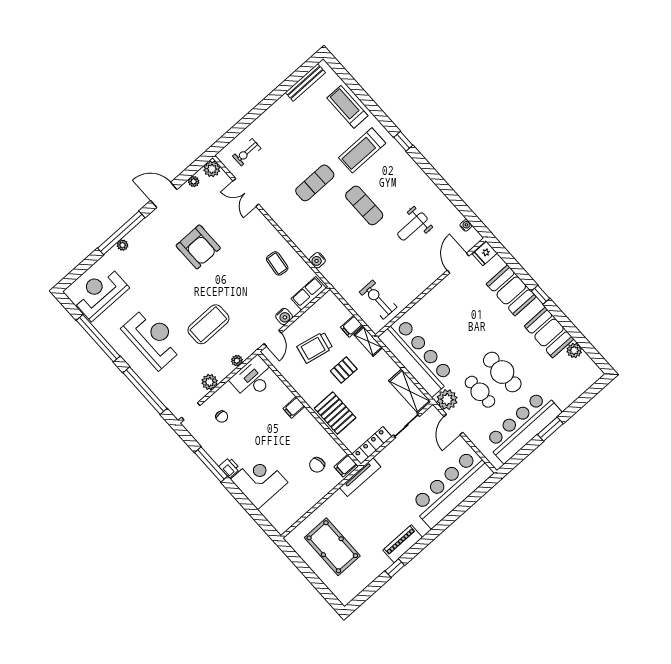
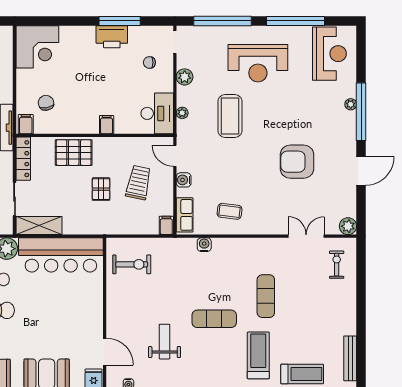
plant: (194, 181) -> (351, 203), removed
filing cabinet: (352, 326) -> (166, 225), moved
shelving: (368, 341) -> (106, 228), removed
printer: (229, 468) -> (112, 37), width x1.87, depth x1.48
corner desk: (259, 481) -> (37, 47), moved

